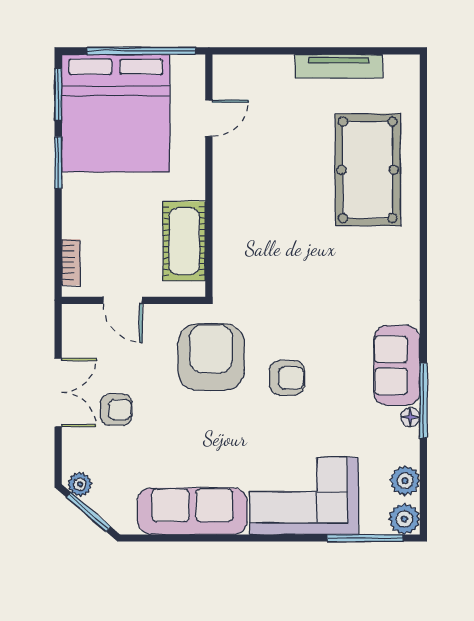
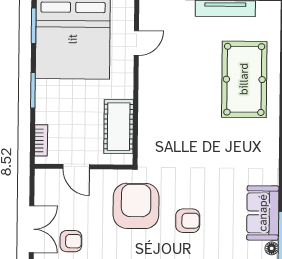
window: (58, 163) -> (33, 90), moved

